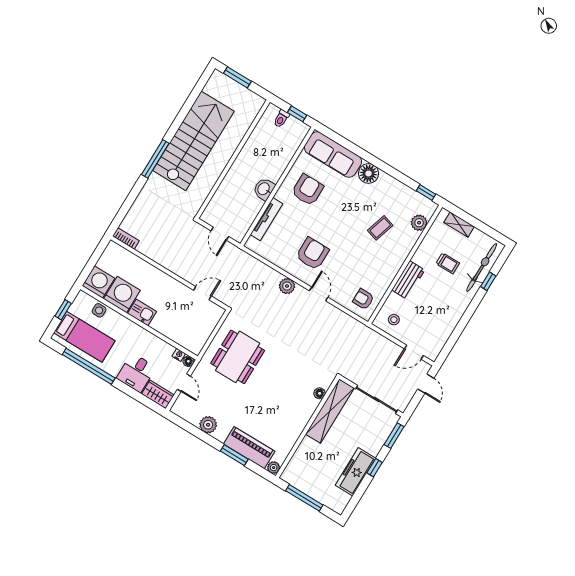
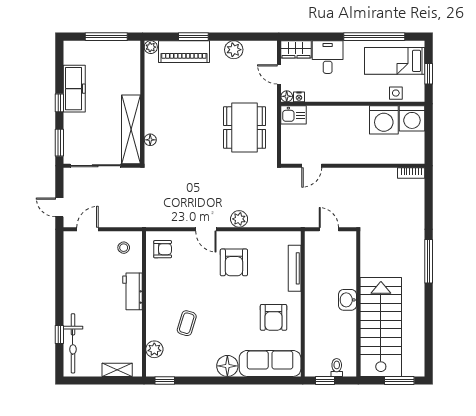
stairs: (193, 141) -> (381, 327), moved, turned 180
washbasin: (264, 189) -> (347, 300), moved, turned 180
trolley: (448, 263) -> (106, 328), removed
kitchen sink: (142, 312) -> (293, 115), moved

